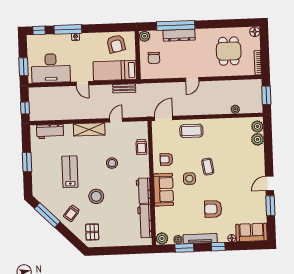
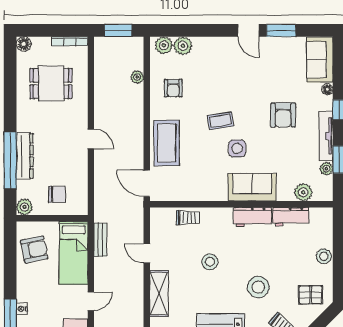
coffee table: (191, 131) -> (167, 143), width x1.36, depth x1.32
armchair: (166, 159) -> (173, 88), moved
workbench: (145, 221) -> (291, 217), width x0.73
plant: (162, 238) -> (303, 192), moved
stool: (119, 240) -> (324, 256), added

